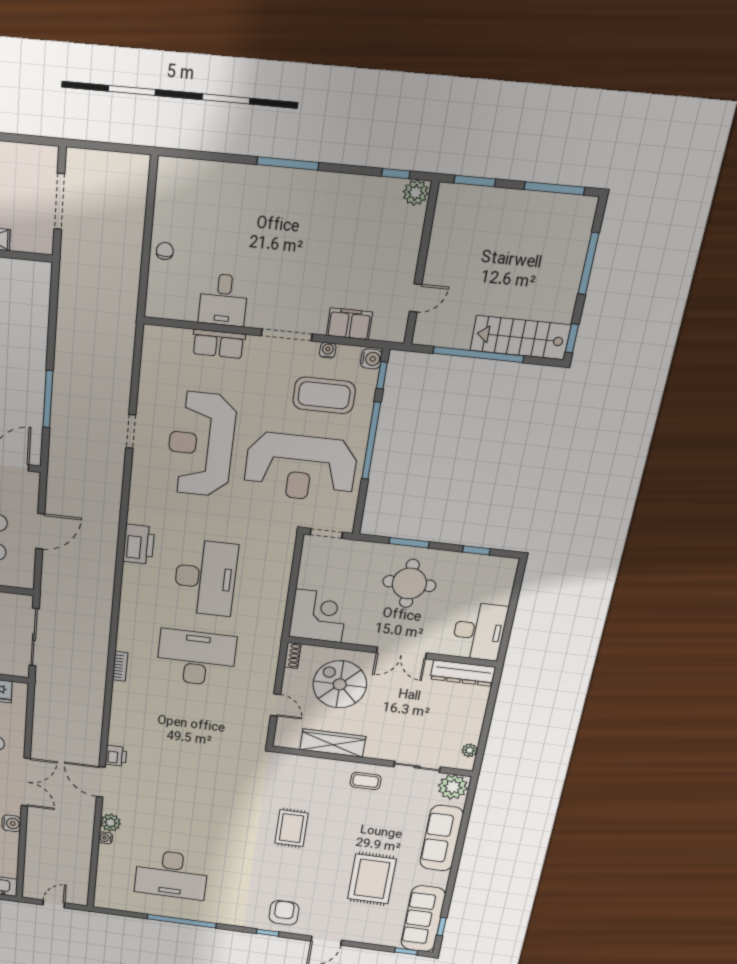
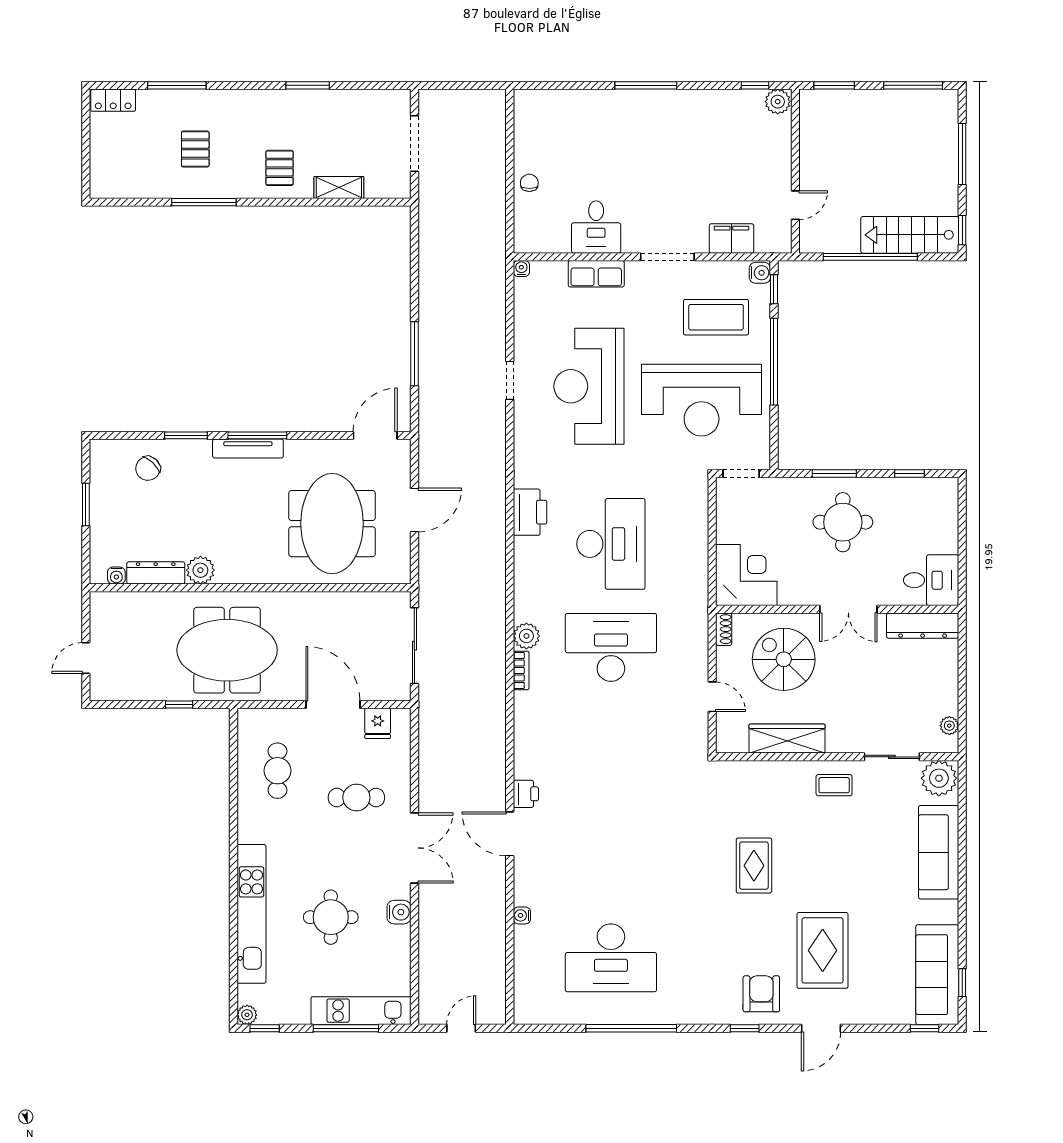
water cooler: (328, 350) -> (521, 268), moved
desk: (479, 631) -> (931, 580), width x0.73
plant: (111, 823) -> (526, 636), moved
rug: (372, 879) -> (823, 950), moved

